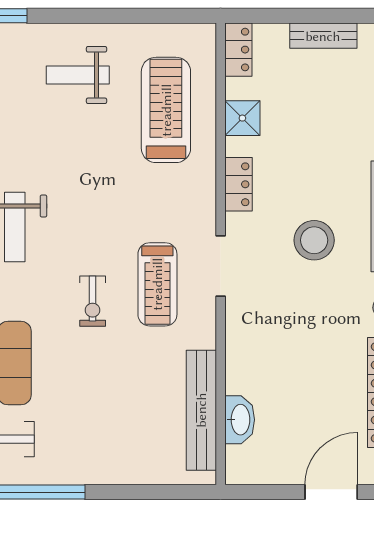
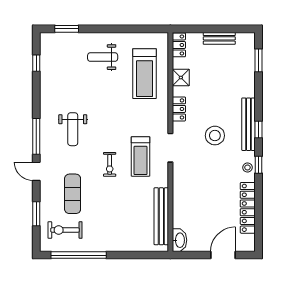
treadmill: (166, 110) -> (145, 74), turned 180
washbasin: (240, 420) -> (180, 240), moved

